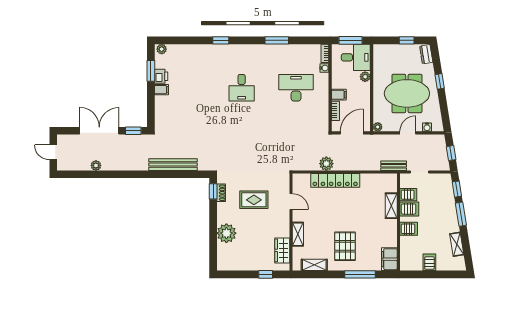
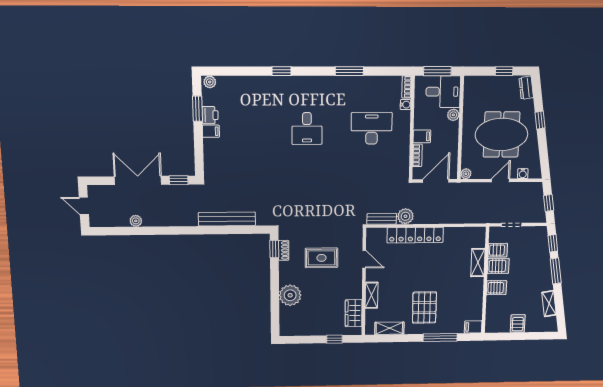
bench: (394, 166) -> (382, 219), moved
filing cabinet: (389, 259) -> (473, 327), width x0.50

